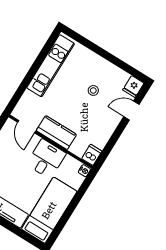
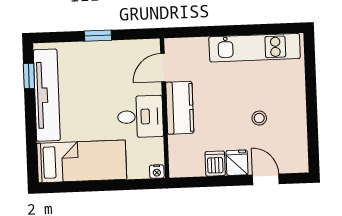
fridge: (133, 87) -> (237, 163), moved, turned 90
dishwasher: (92, 155) -> (215, 164), moved, turned -90

